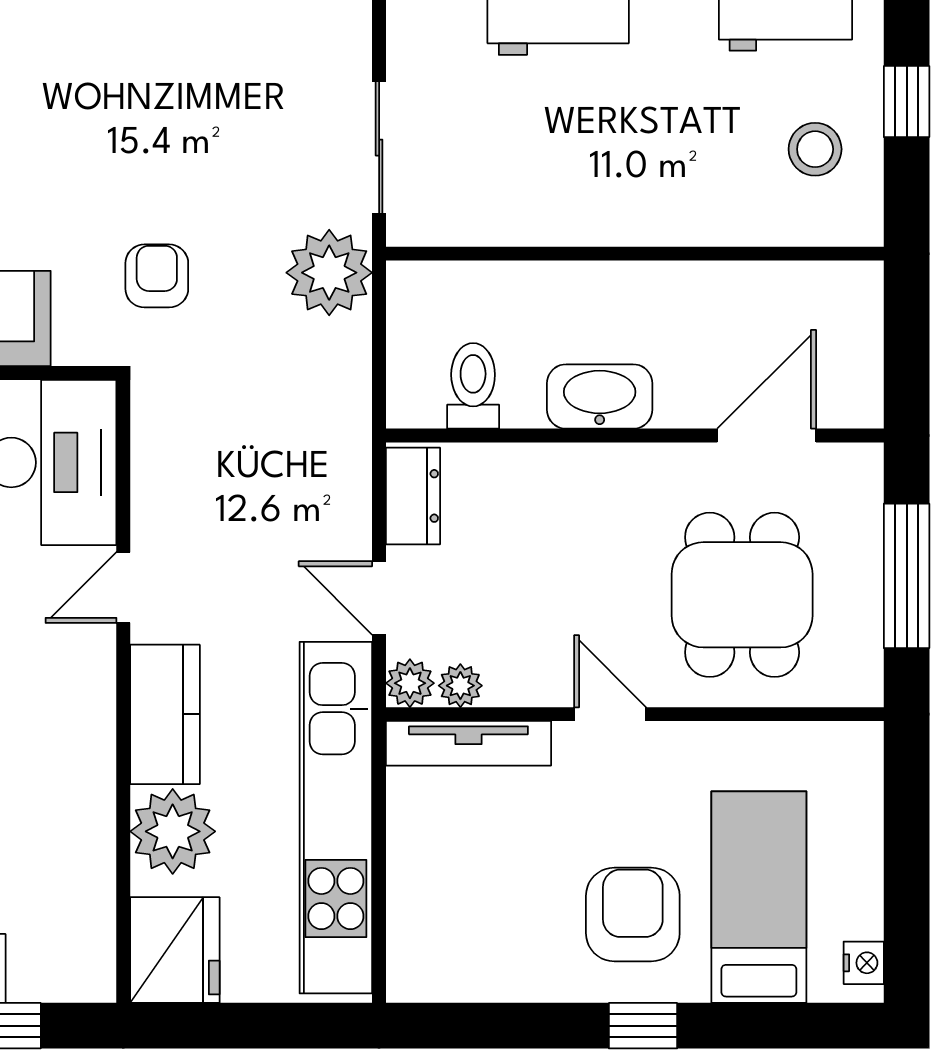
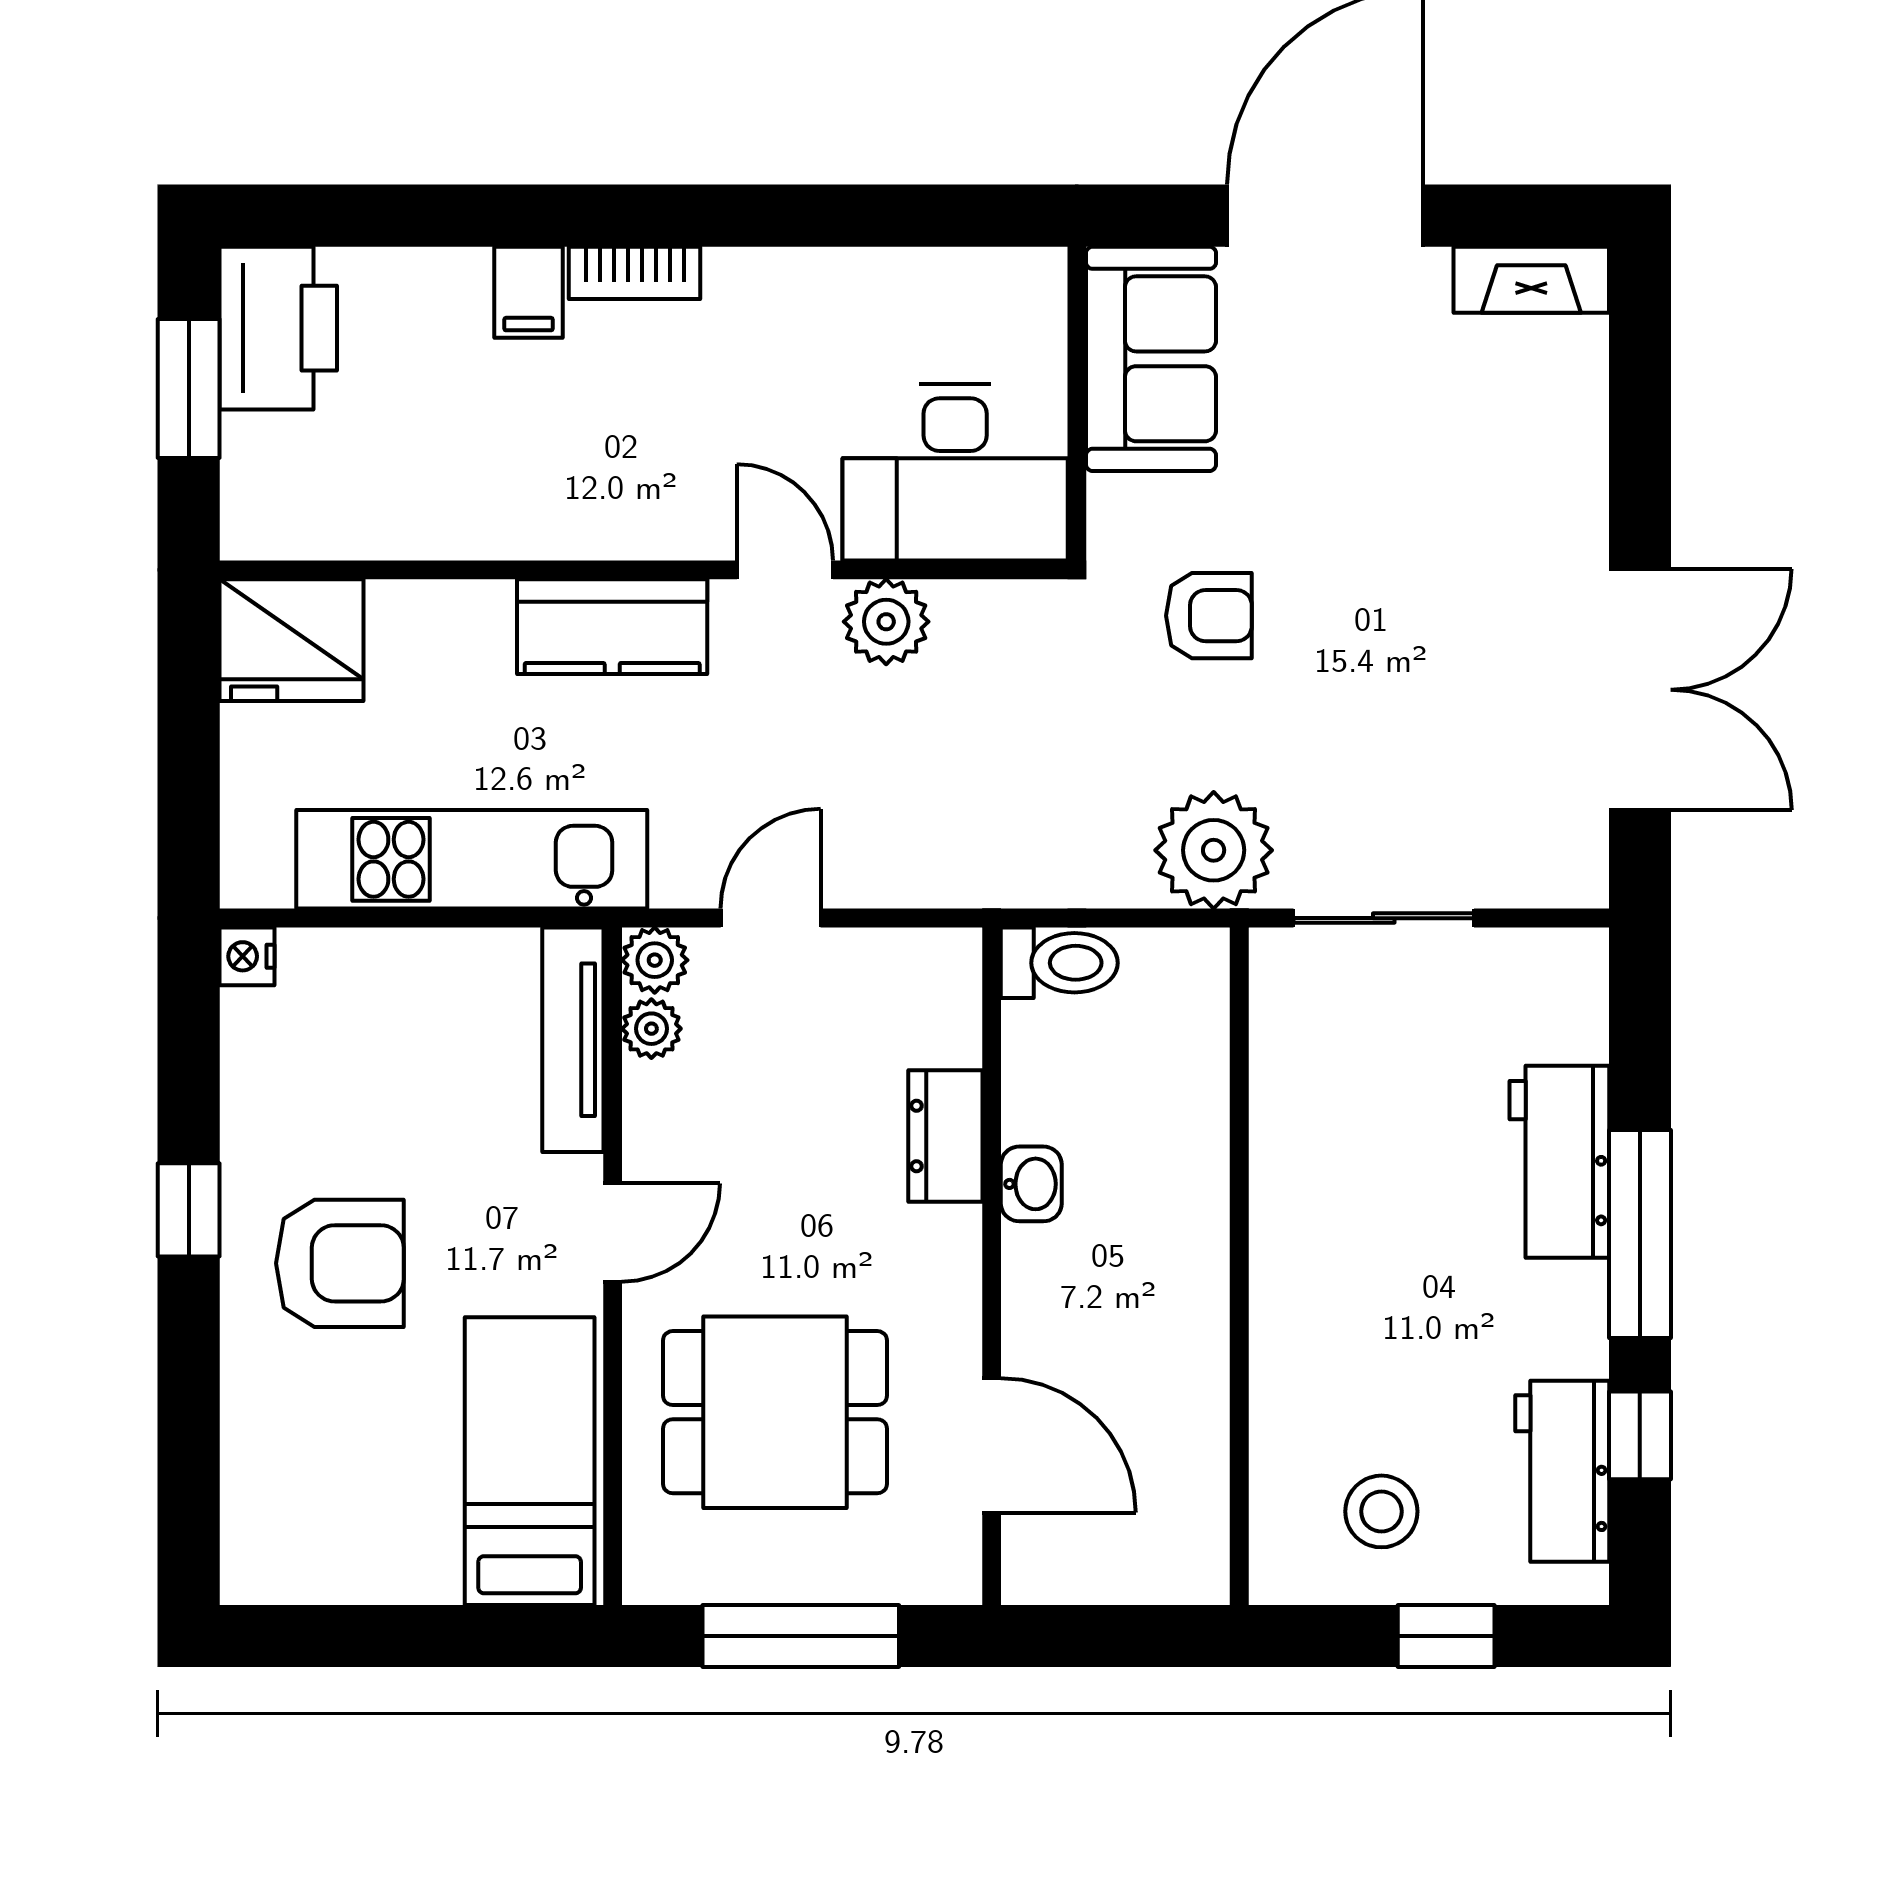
toilet: (473, 386) -> (1059, 963), moved
washbasin: (600, 397) -> (1031, 1184), width x0.52, depth x0.69
dresser: (413, 496) -> (945, 1136), moved, turned 90
kitchen unit: (336, 818) -> (472, 859), width x0.73
plant: (173, 831) -> (886, 622), moved, width x0.73, depth x0.73
bed: (759, 897) -> (530, 1461), moved, turned -90
nightstand: (864, 963) -> (247, 956), moved, turned 90
window: (643, 1026) -> (189, 1210), moved

